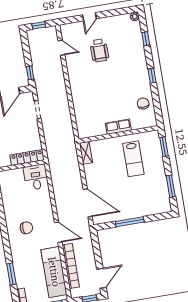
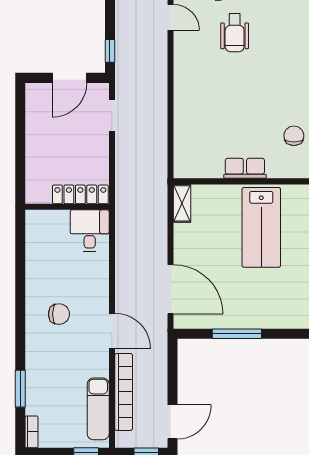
lab bench: (133, 159) -> (261, 227), width x1.36, depth x1.39
exam couch: (54, 272) -> (98, 409), width x0.73, depth x0.69

